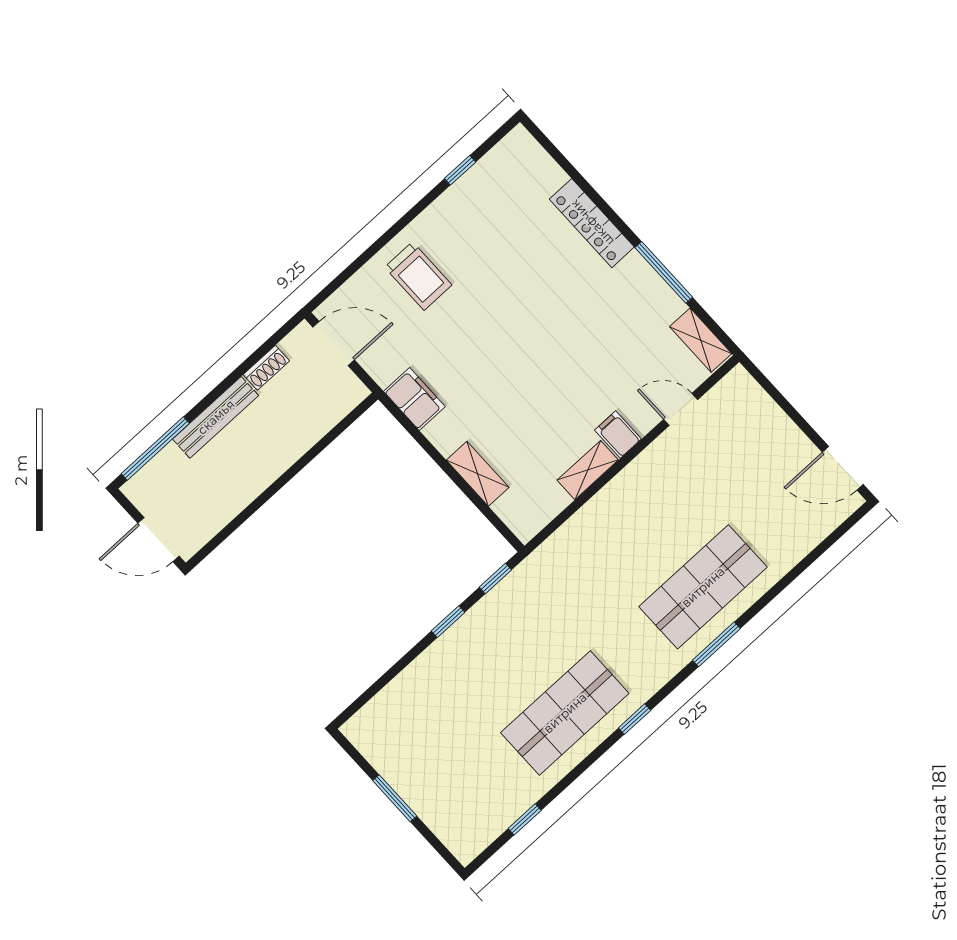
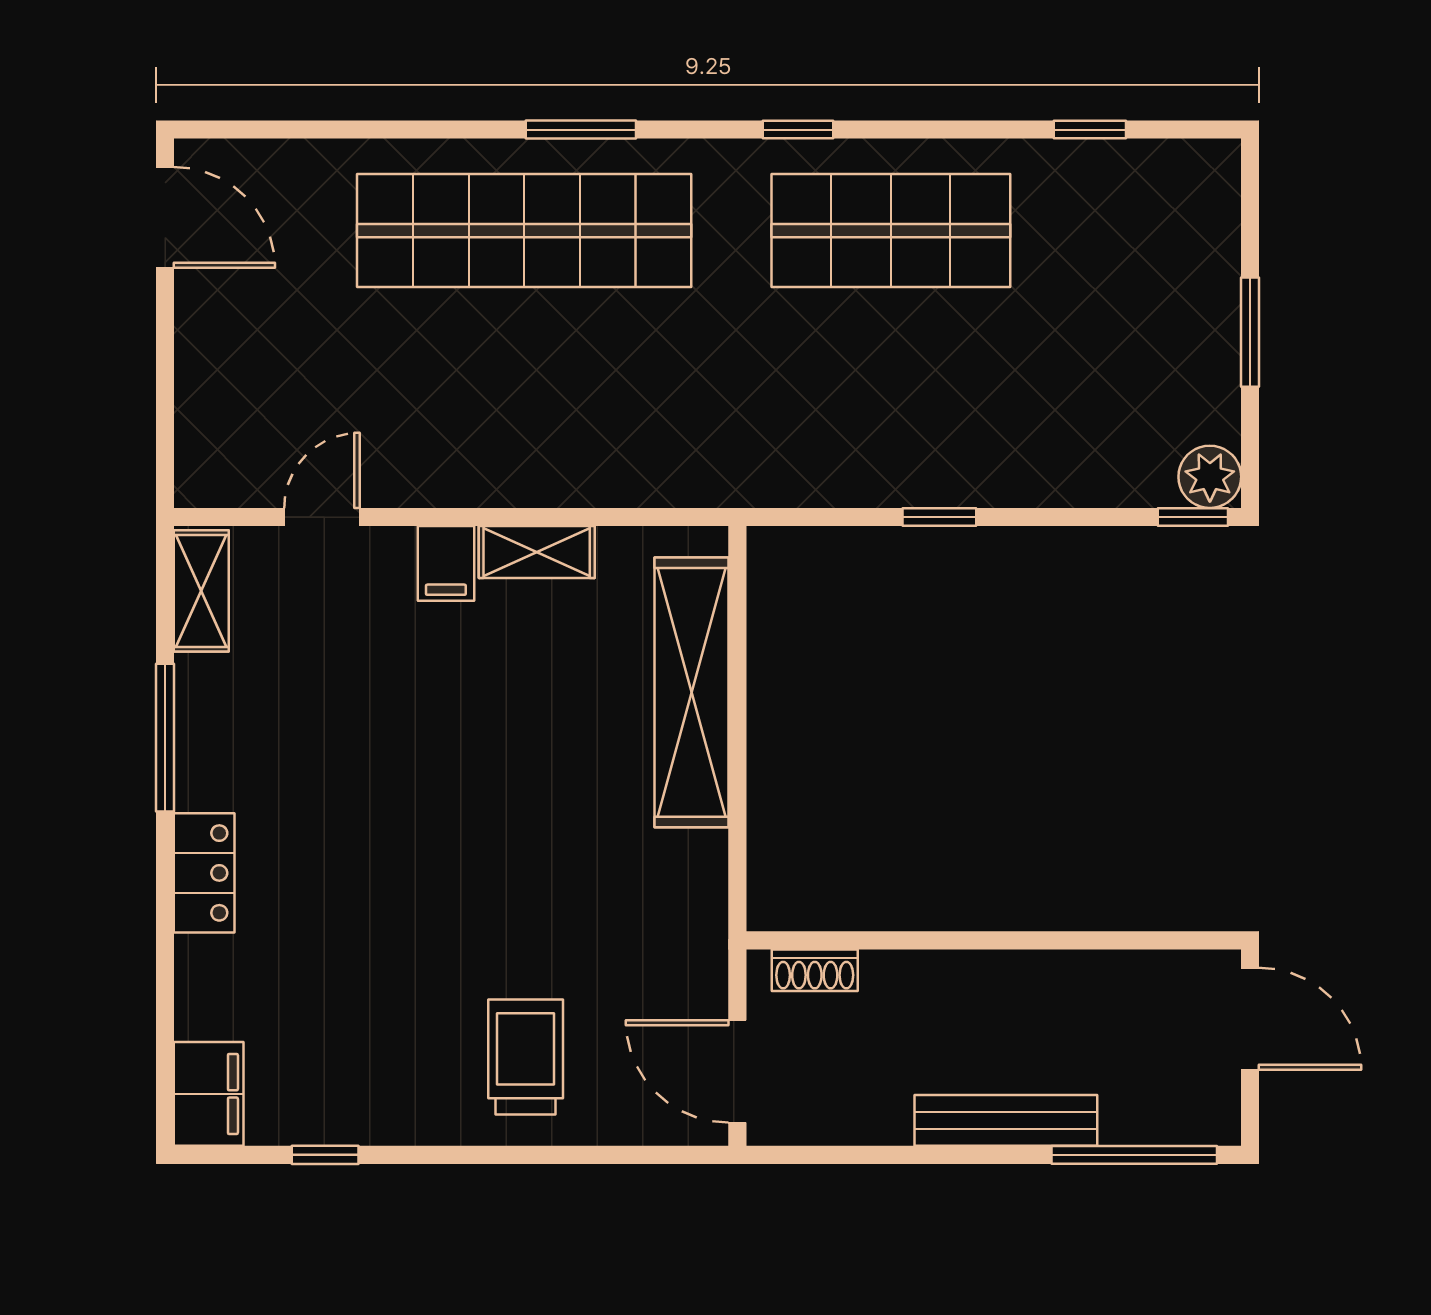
locker: (592, 223) -> (204, 873), width x0.66
shoe rack: (266, 368) -> (815, 970), moved, turned 180
filing cabinet: (414, 399) -> (209, 1094), moved, turned 180
door: (681, 409) -> (322, 517), swing flipped
shelving: (478, 474) -> (692, 692), width x2.20, depth x1.33
window: (495, 579) -> (1193, 517), moved
shop shelf: (703, 587) -> (524, 231), width x1.40
plant: (360, 730) -> (1210, 477), added

